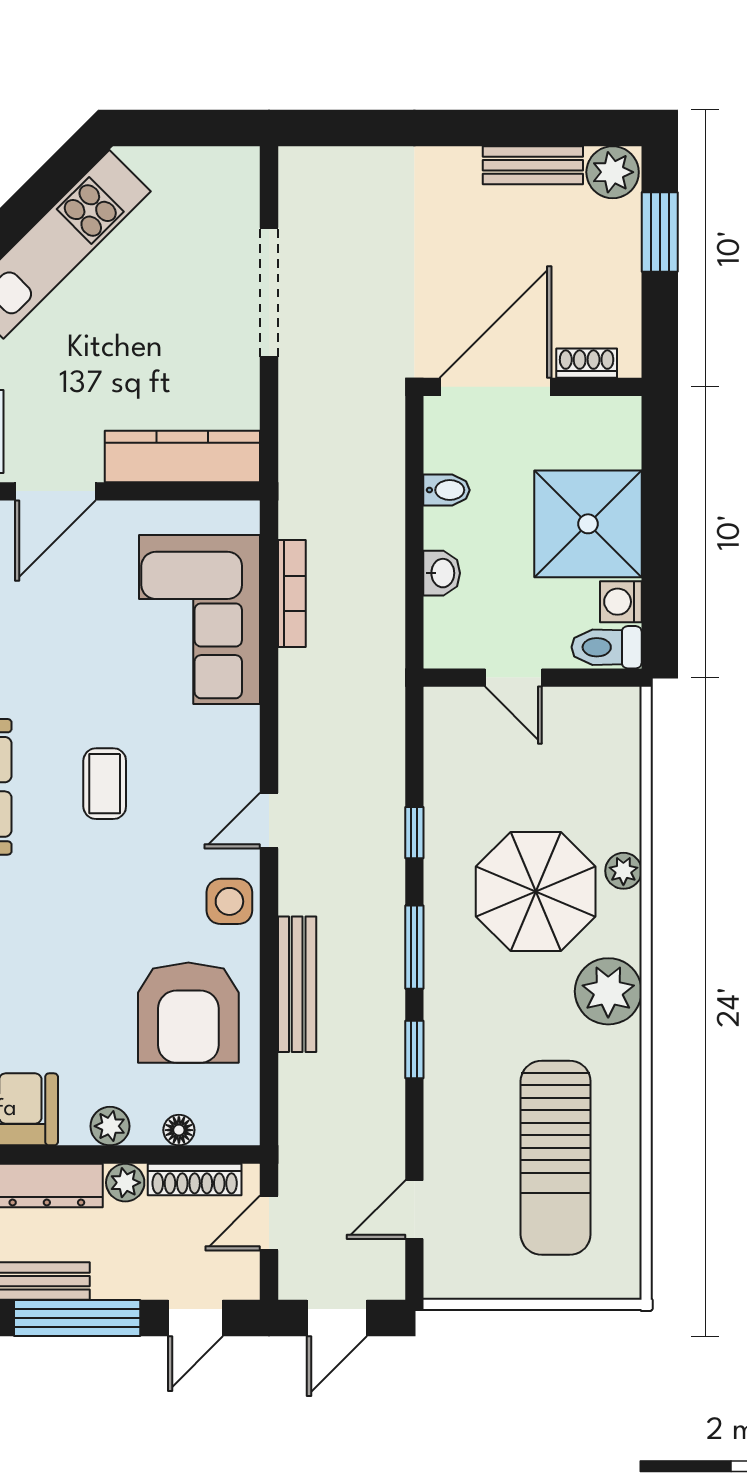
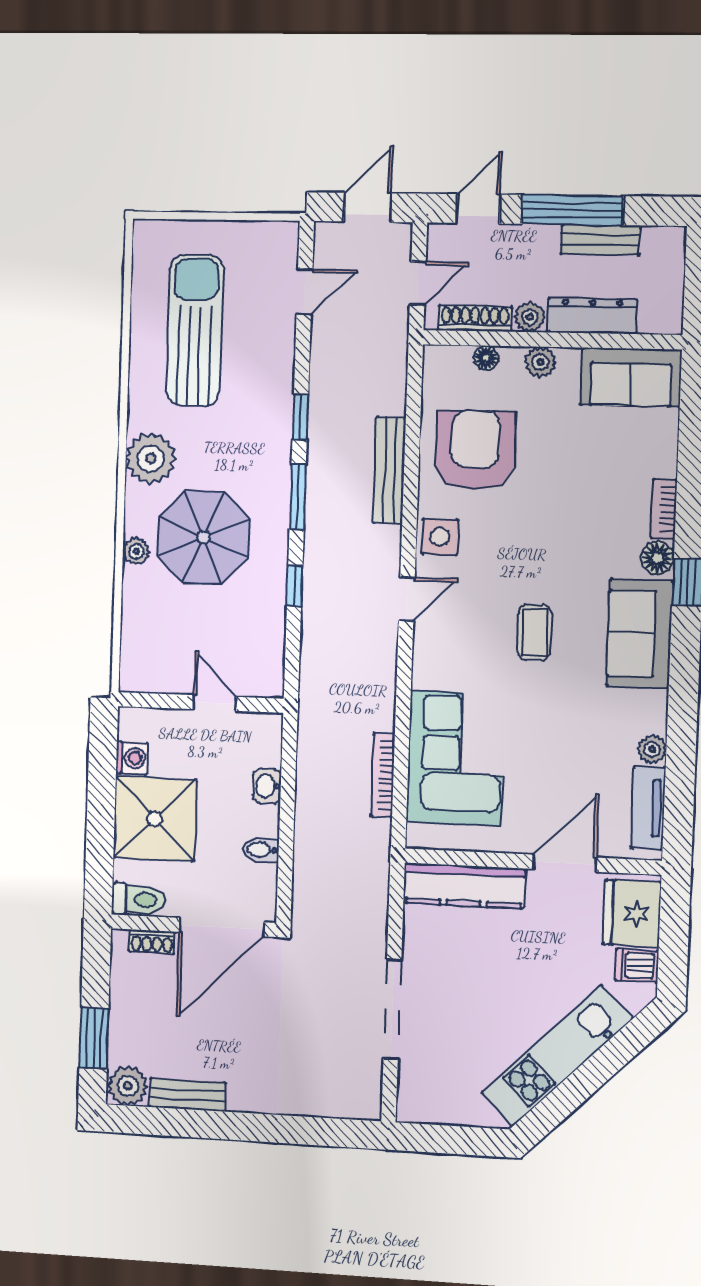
toilet: (607, 647) -> (138, 900), moved

